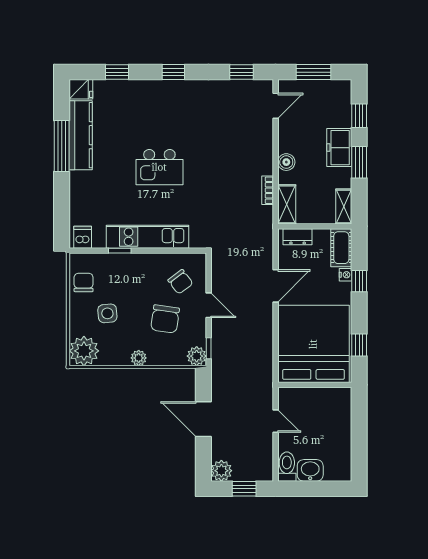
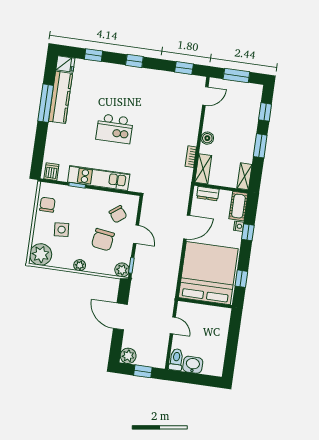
freezer: (339, 148) -> (247, 133), removed

